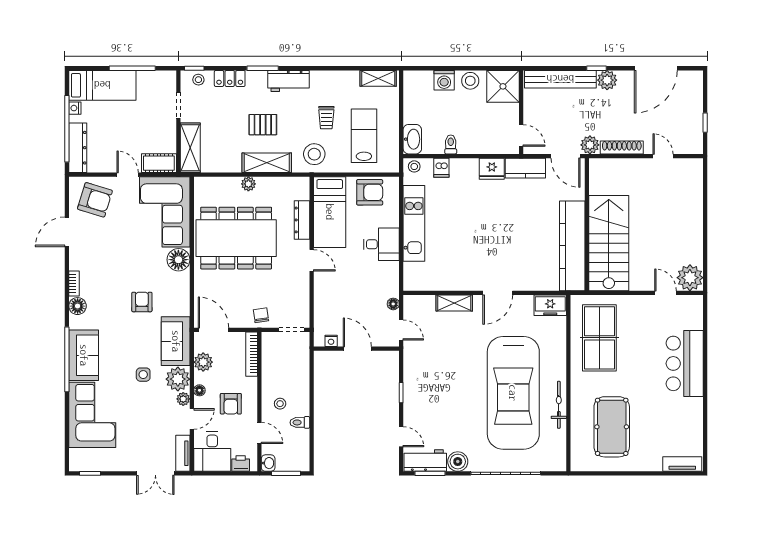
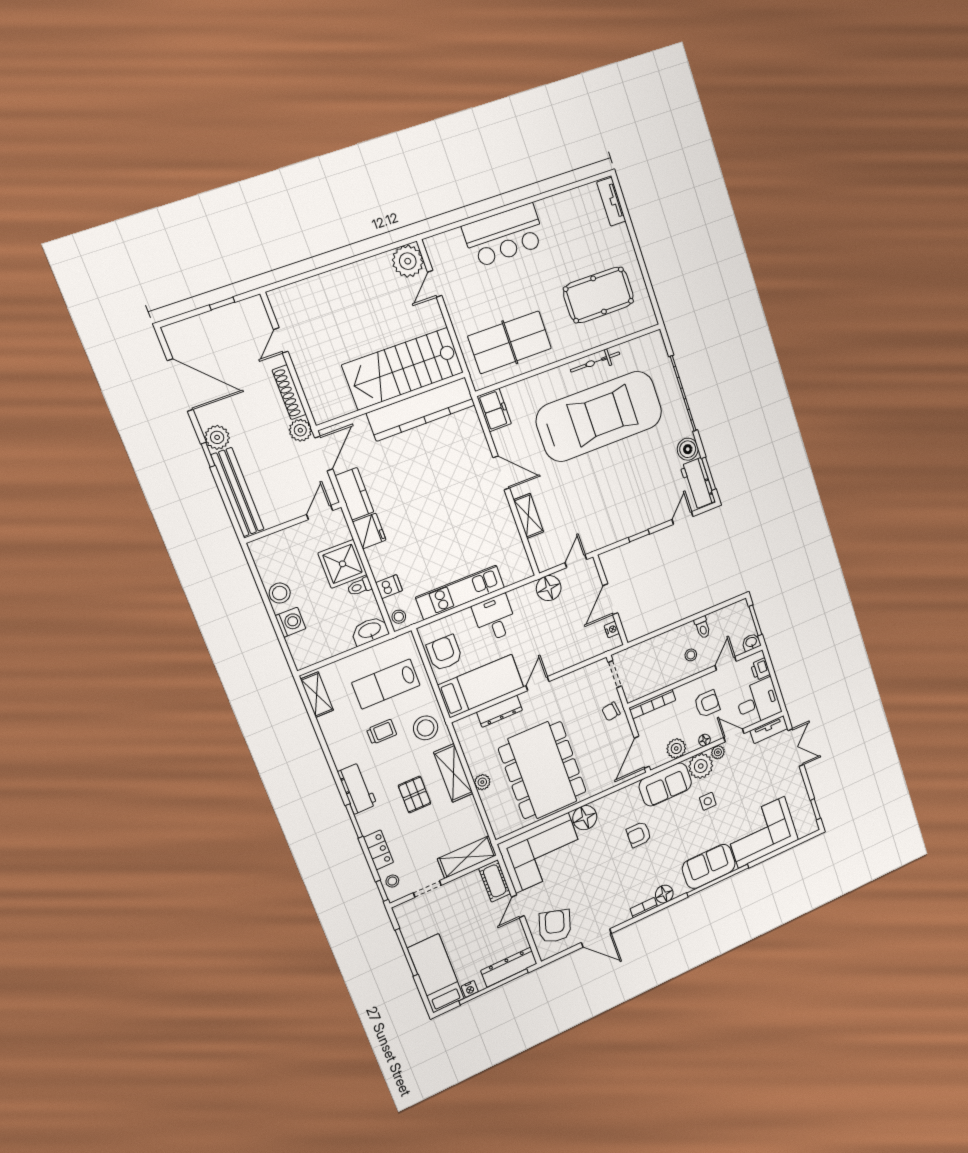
shower: (503, 86) -> (343, 564), moved
floor lamp: (393, 304) -> (549, 588), width x1.89, depth x1.89

